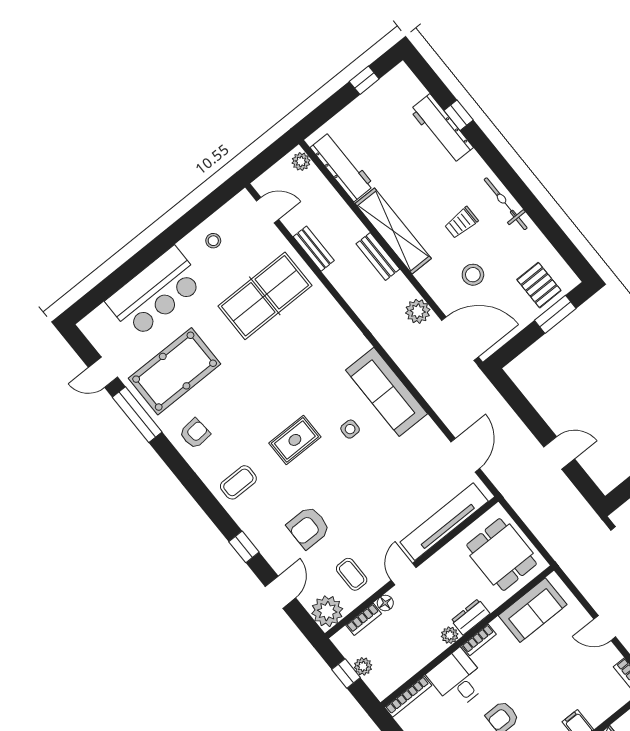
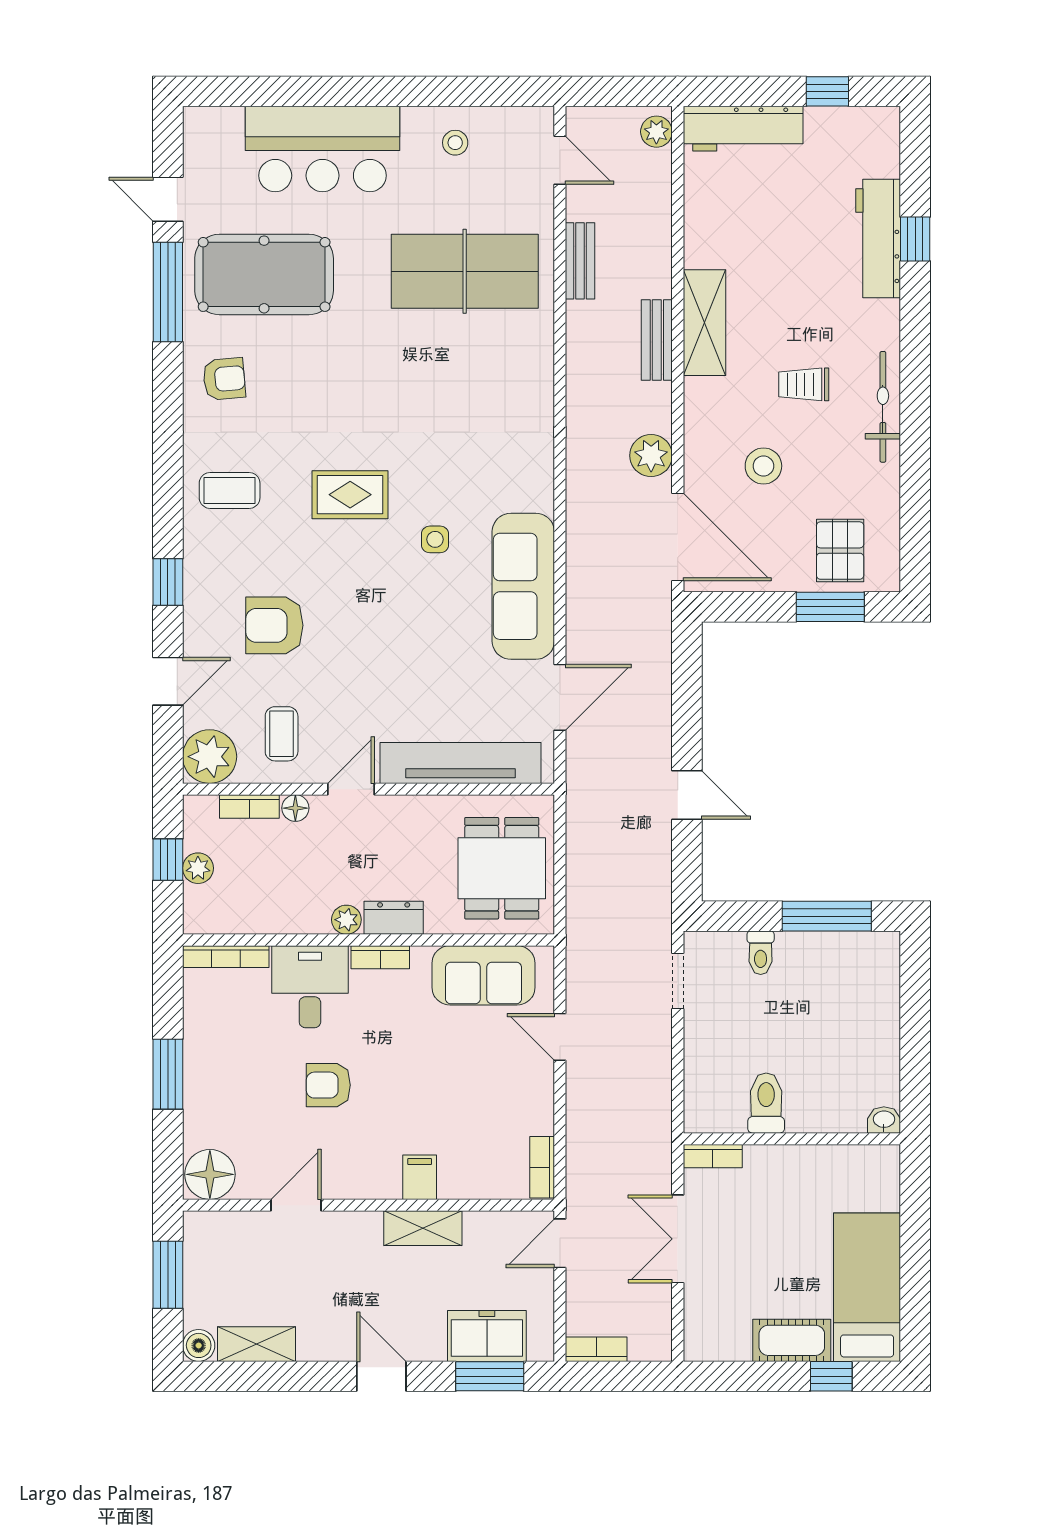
workbench: (342, 166) -> (743, 129), moved, turned 90
shelving: (393, 231) -> (704, 323), width x0.68
sofa: (387, 392) -> (523, 586), moved
door: (605, 628) -> (560, 1037), moved

